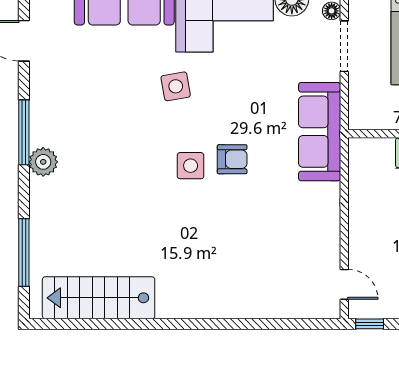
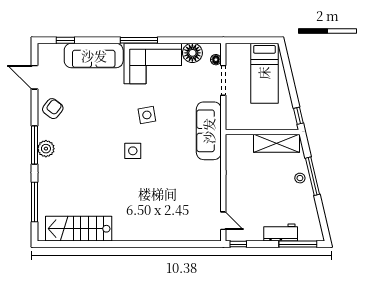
side table: (176, 86) -> (147, 115), moved
window: (24, 132) -> (35, 145), moved
armchair: (232, 159) -> (53, 109), moved, turned -52

